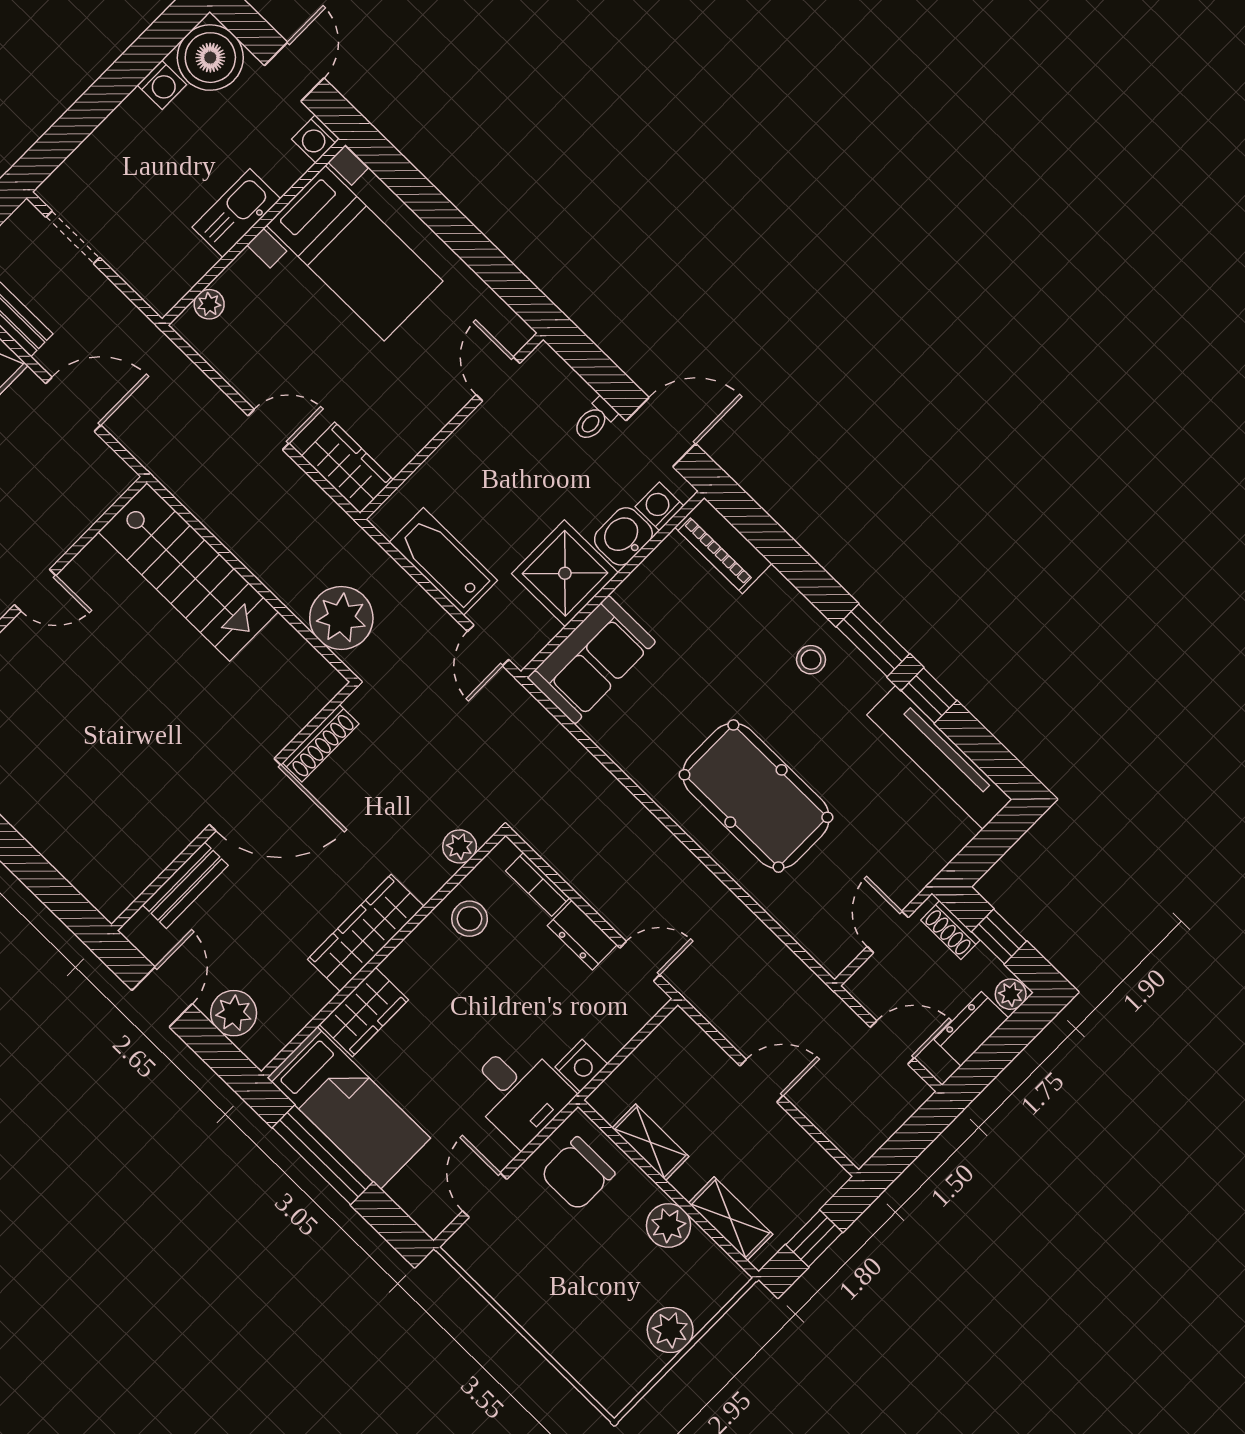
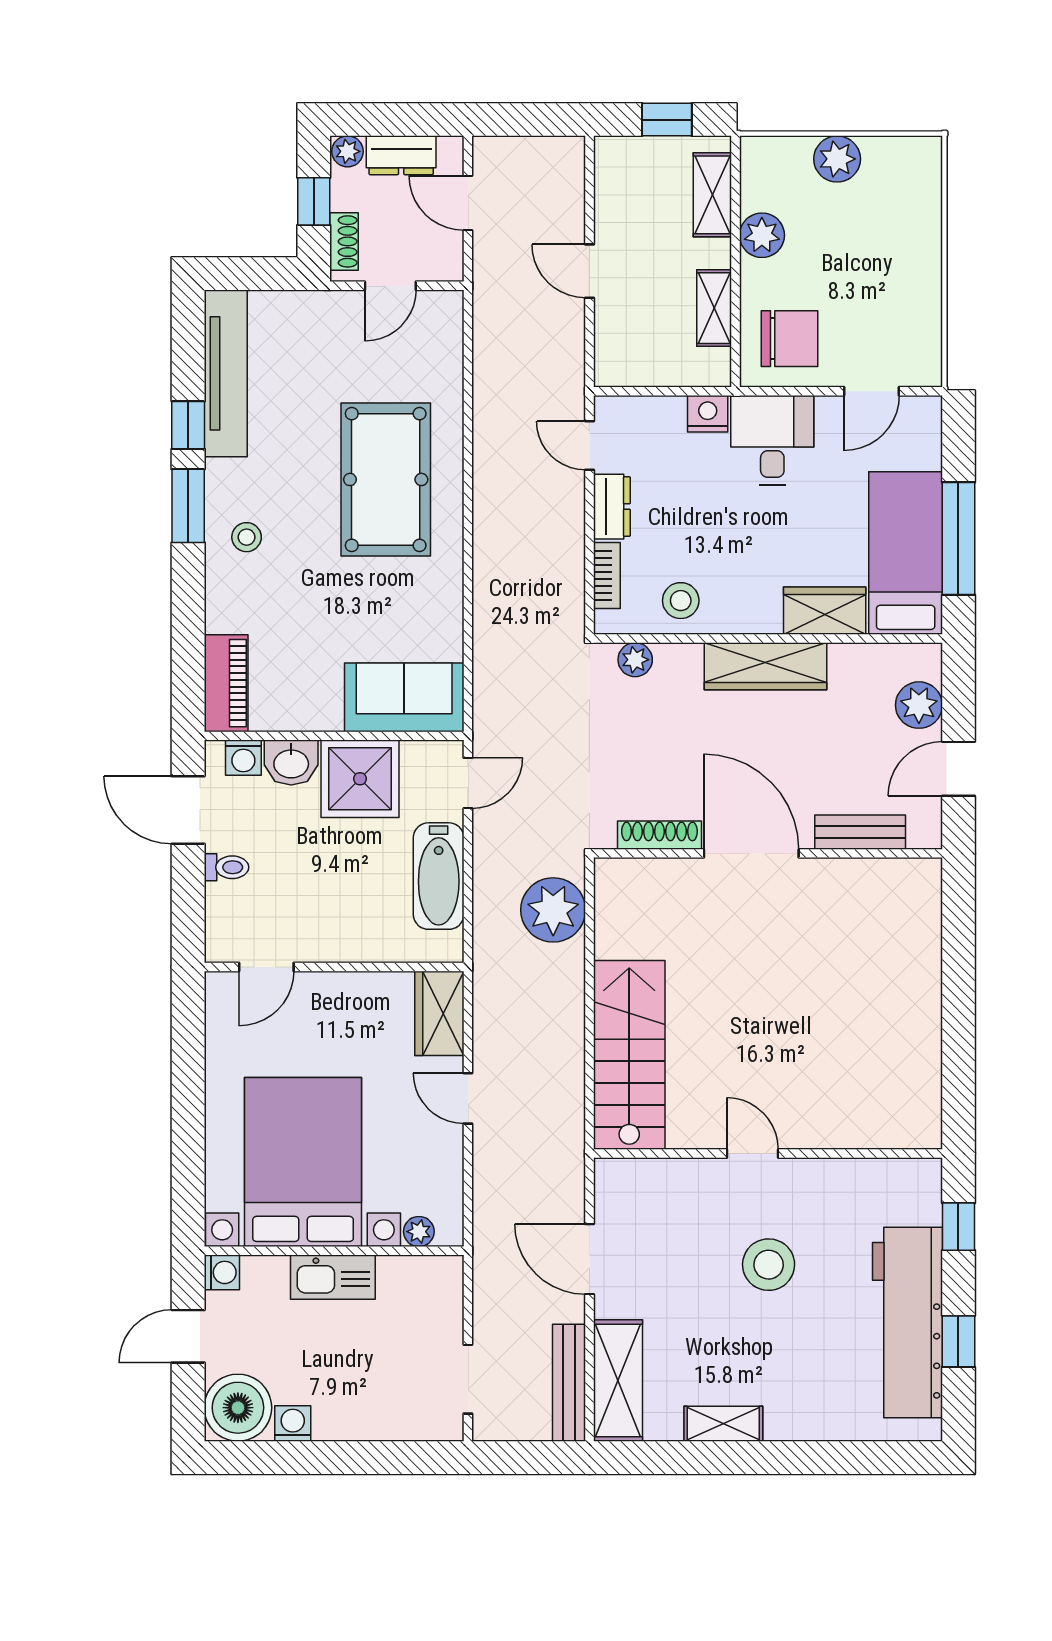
bed with nightstands: (355, 253) -> (303, 1162), width x1.36

